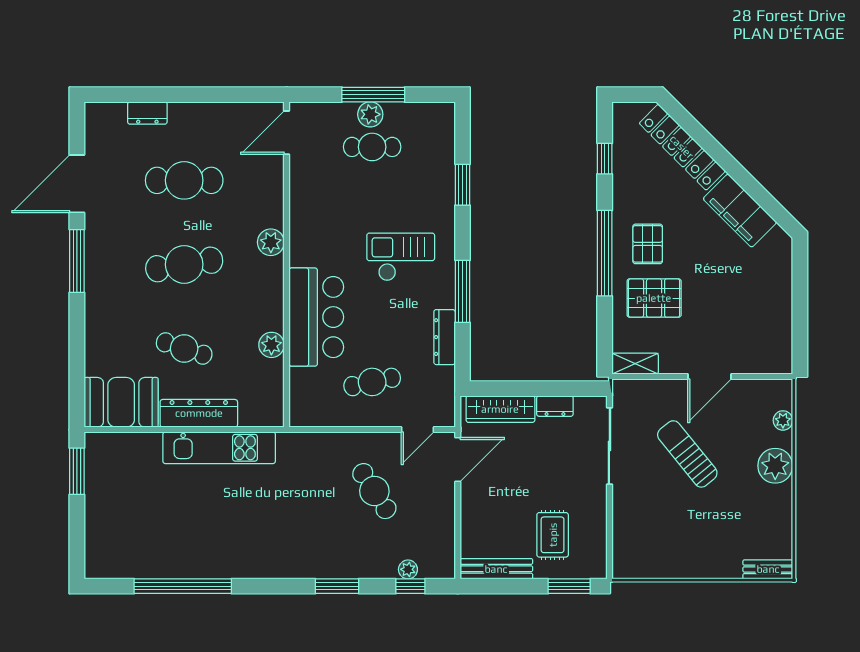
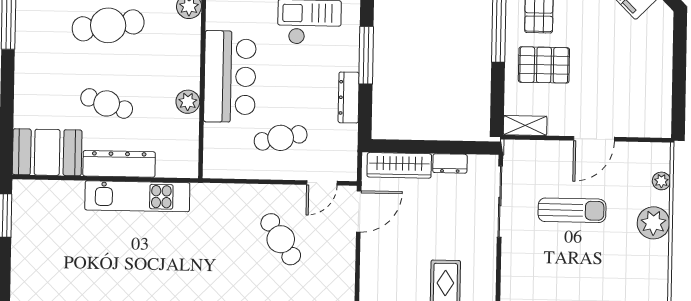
sun lounger: (687, 454) -> (572, 210), turned 129

